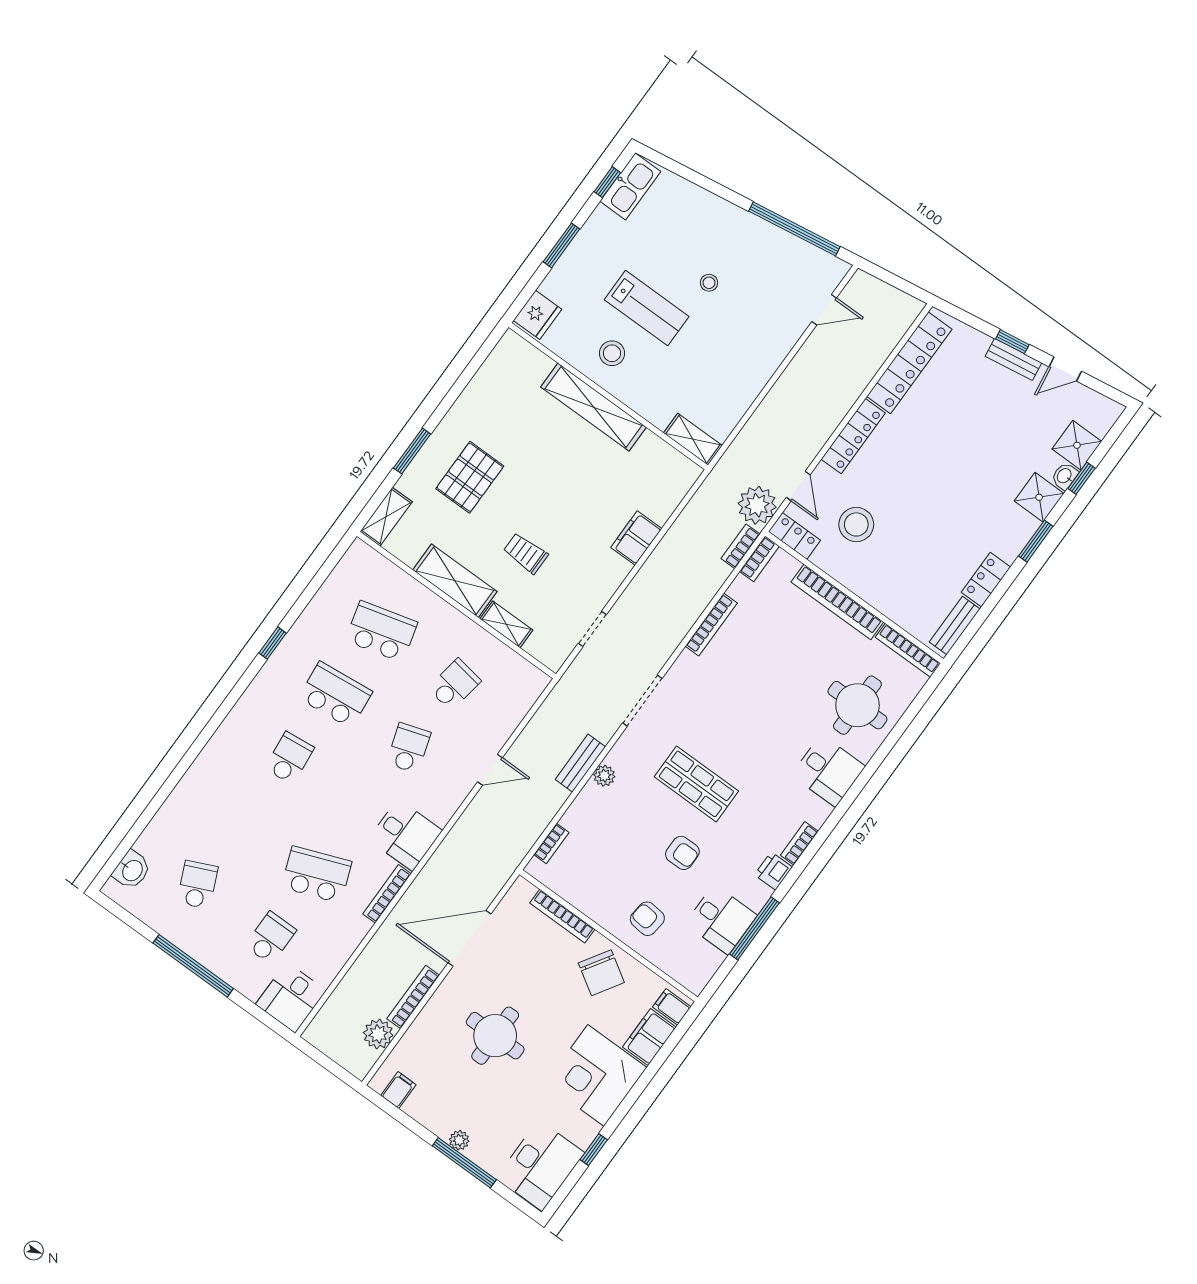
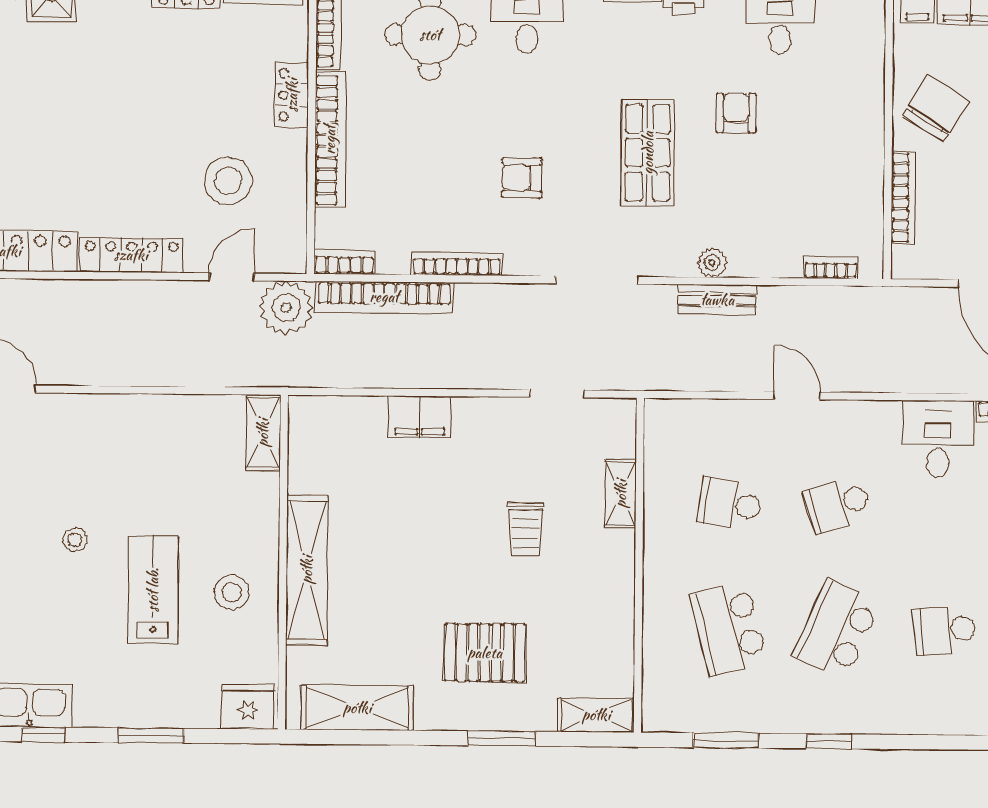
locker: (794, 536) -> (292, 95), moved
bookcase: (741, 546) -> (384, 297), width x2.31, depth x1.31
shelving: (455, 581) -> (357, 708), moved, turned 90
window: (316, 583) -> (726, 740), added
school desk: (335, 695) -> (837, 629), turned 30
armchair: (647, 919) -> (522, 178), moved, turned 84

